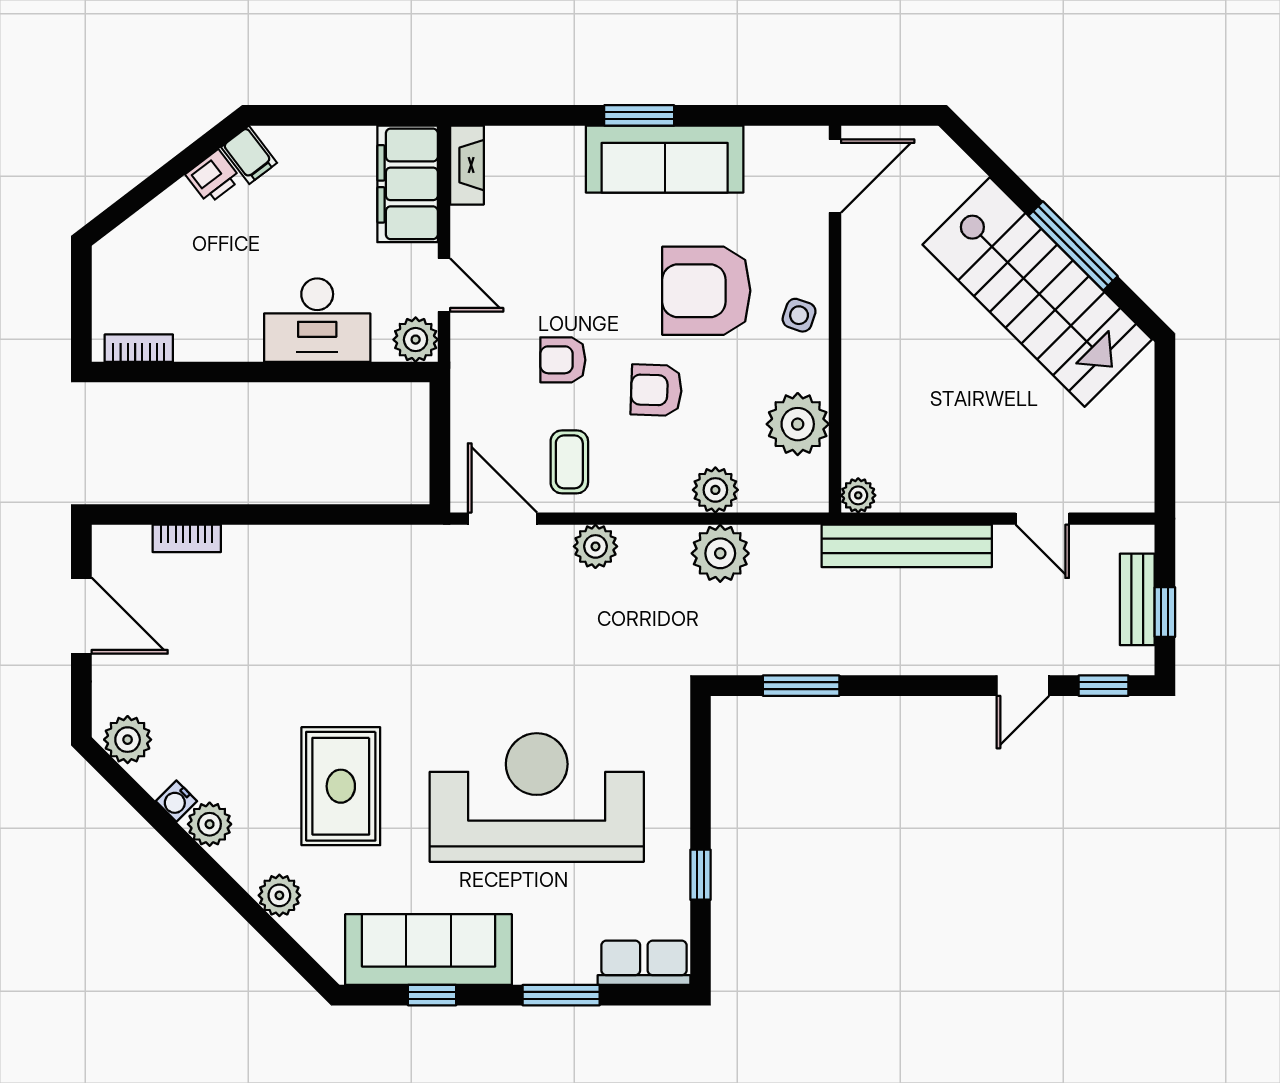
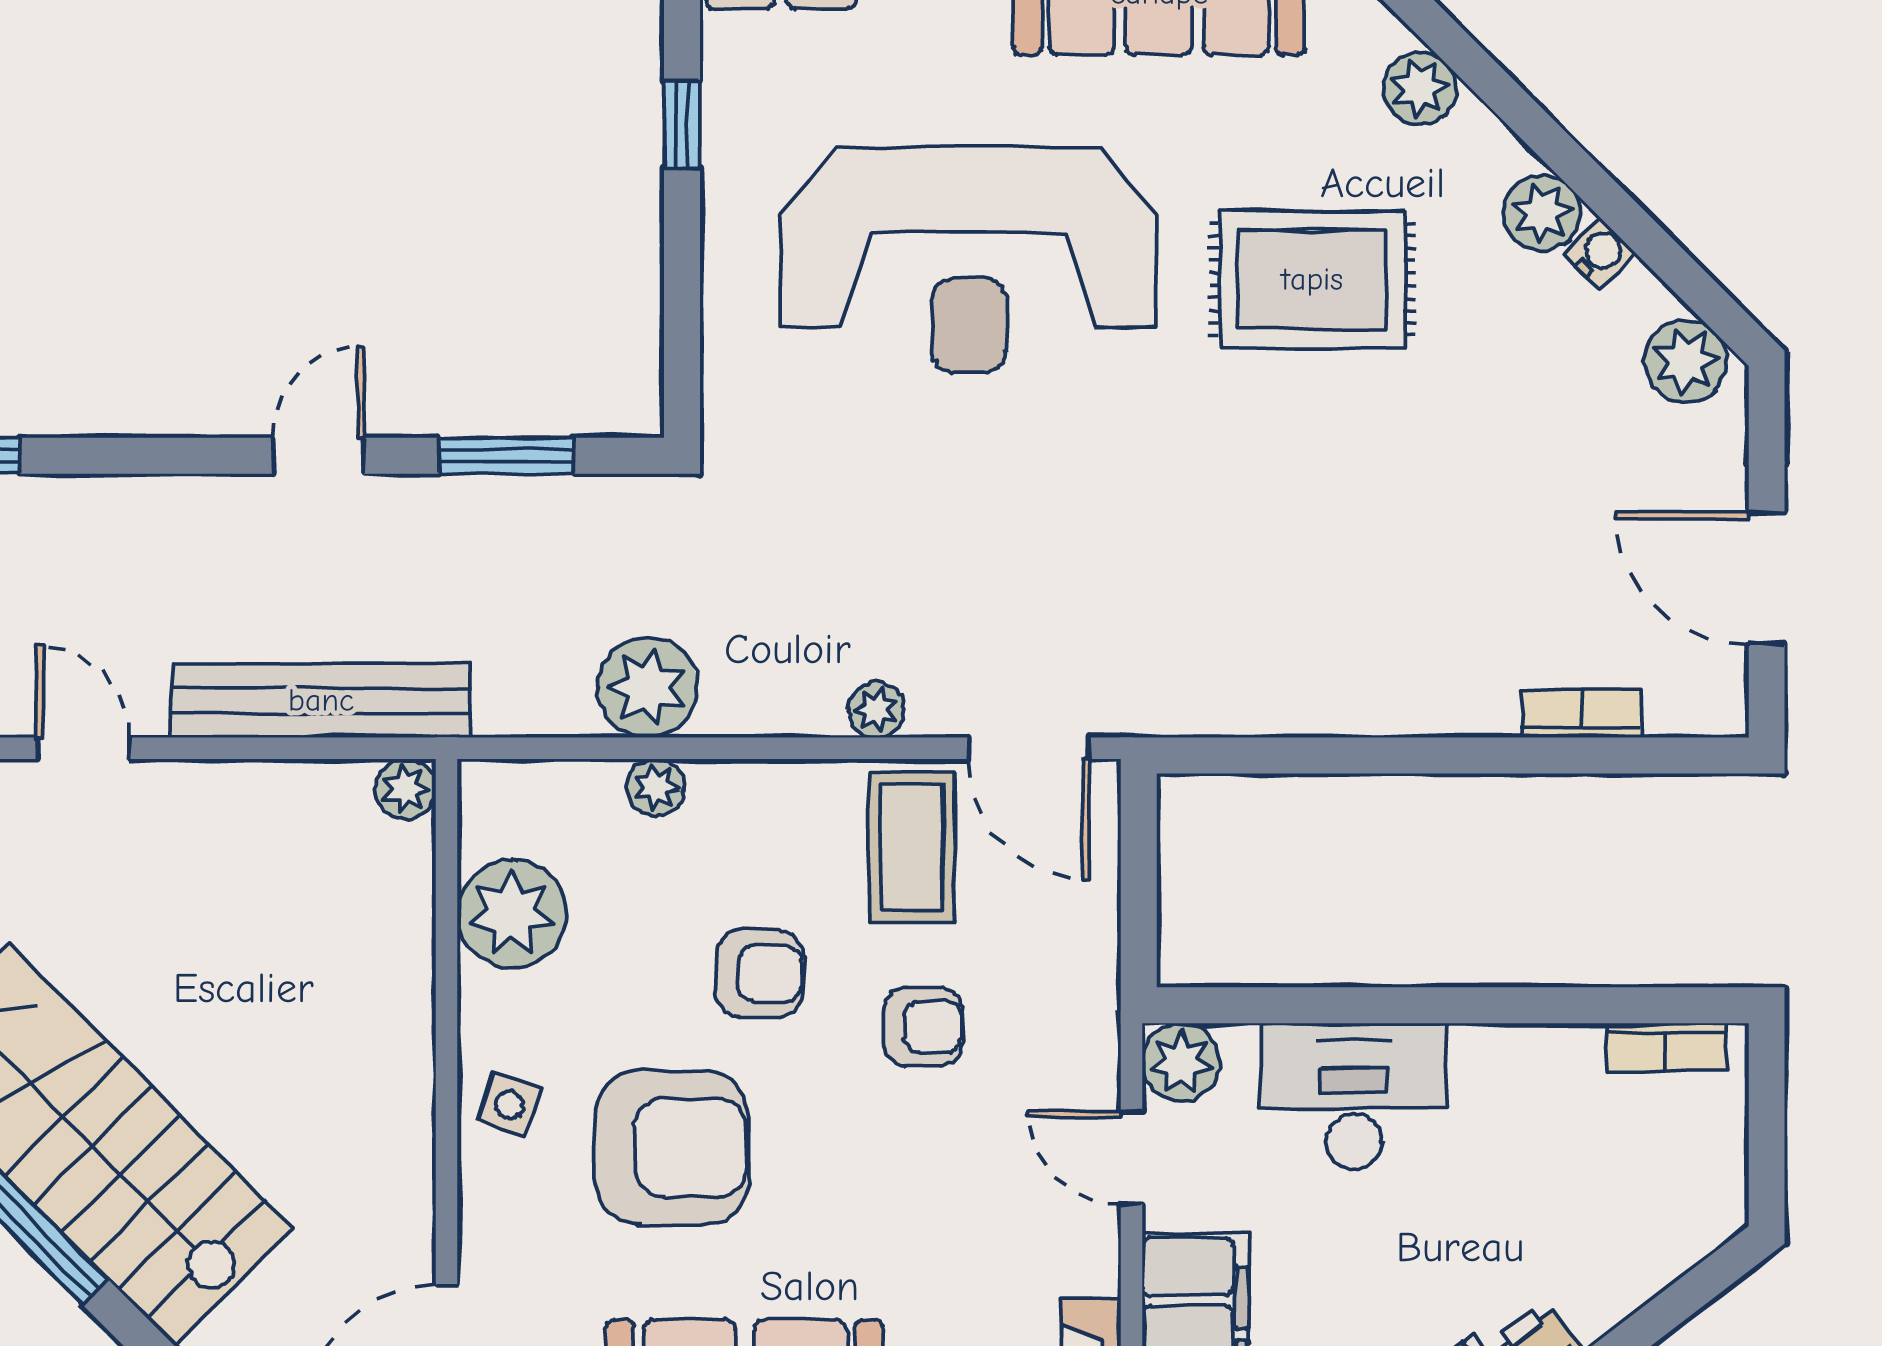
coffee table: (569, 462) -> (912, 848), width x1.36, depth x1.30
plant: (715, 490) -> (656, 788), width x0.73, depth x0.73
plant: (595, 546) -> (876, 710), width x0.73, depth x0.73
door: (1023, 686) -> (318, 456), moved
rug: (341, 786) -> (1312, 279), turned 90

